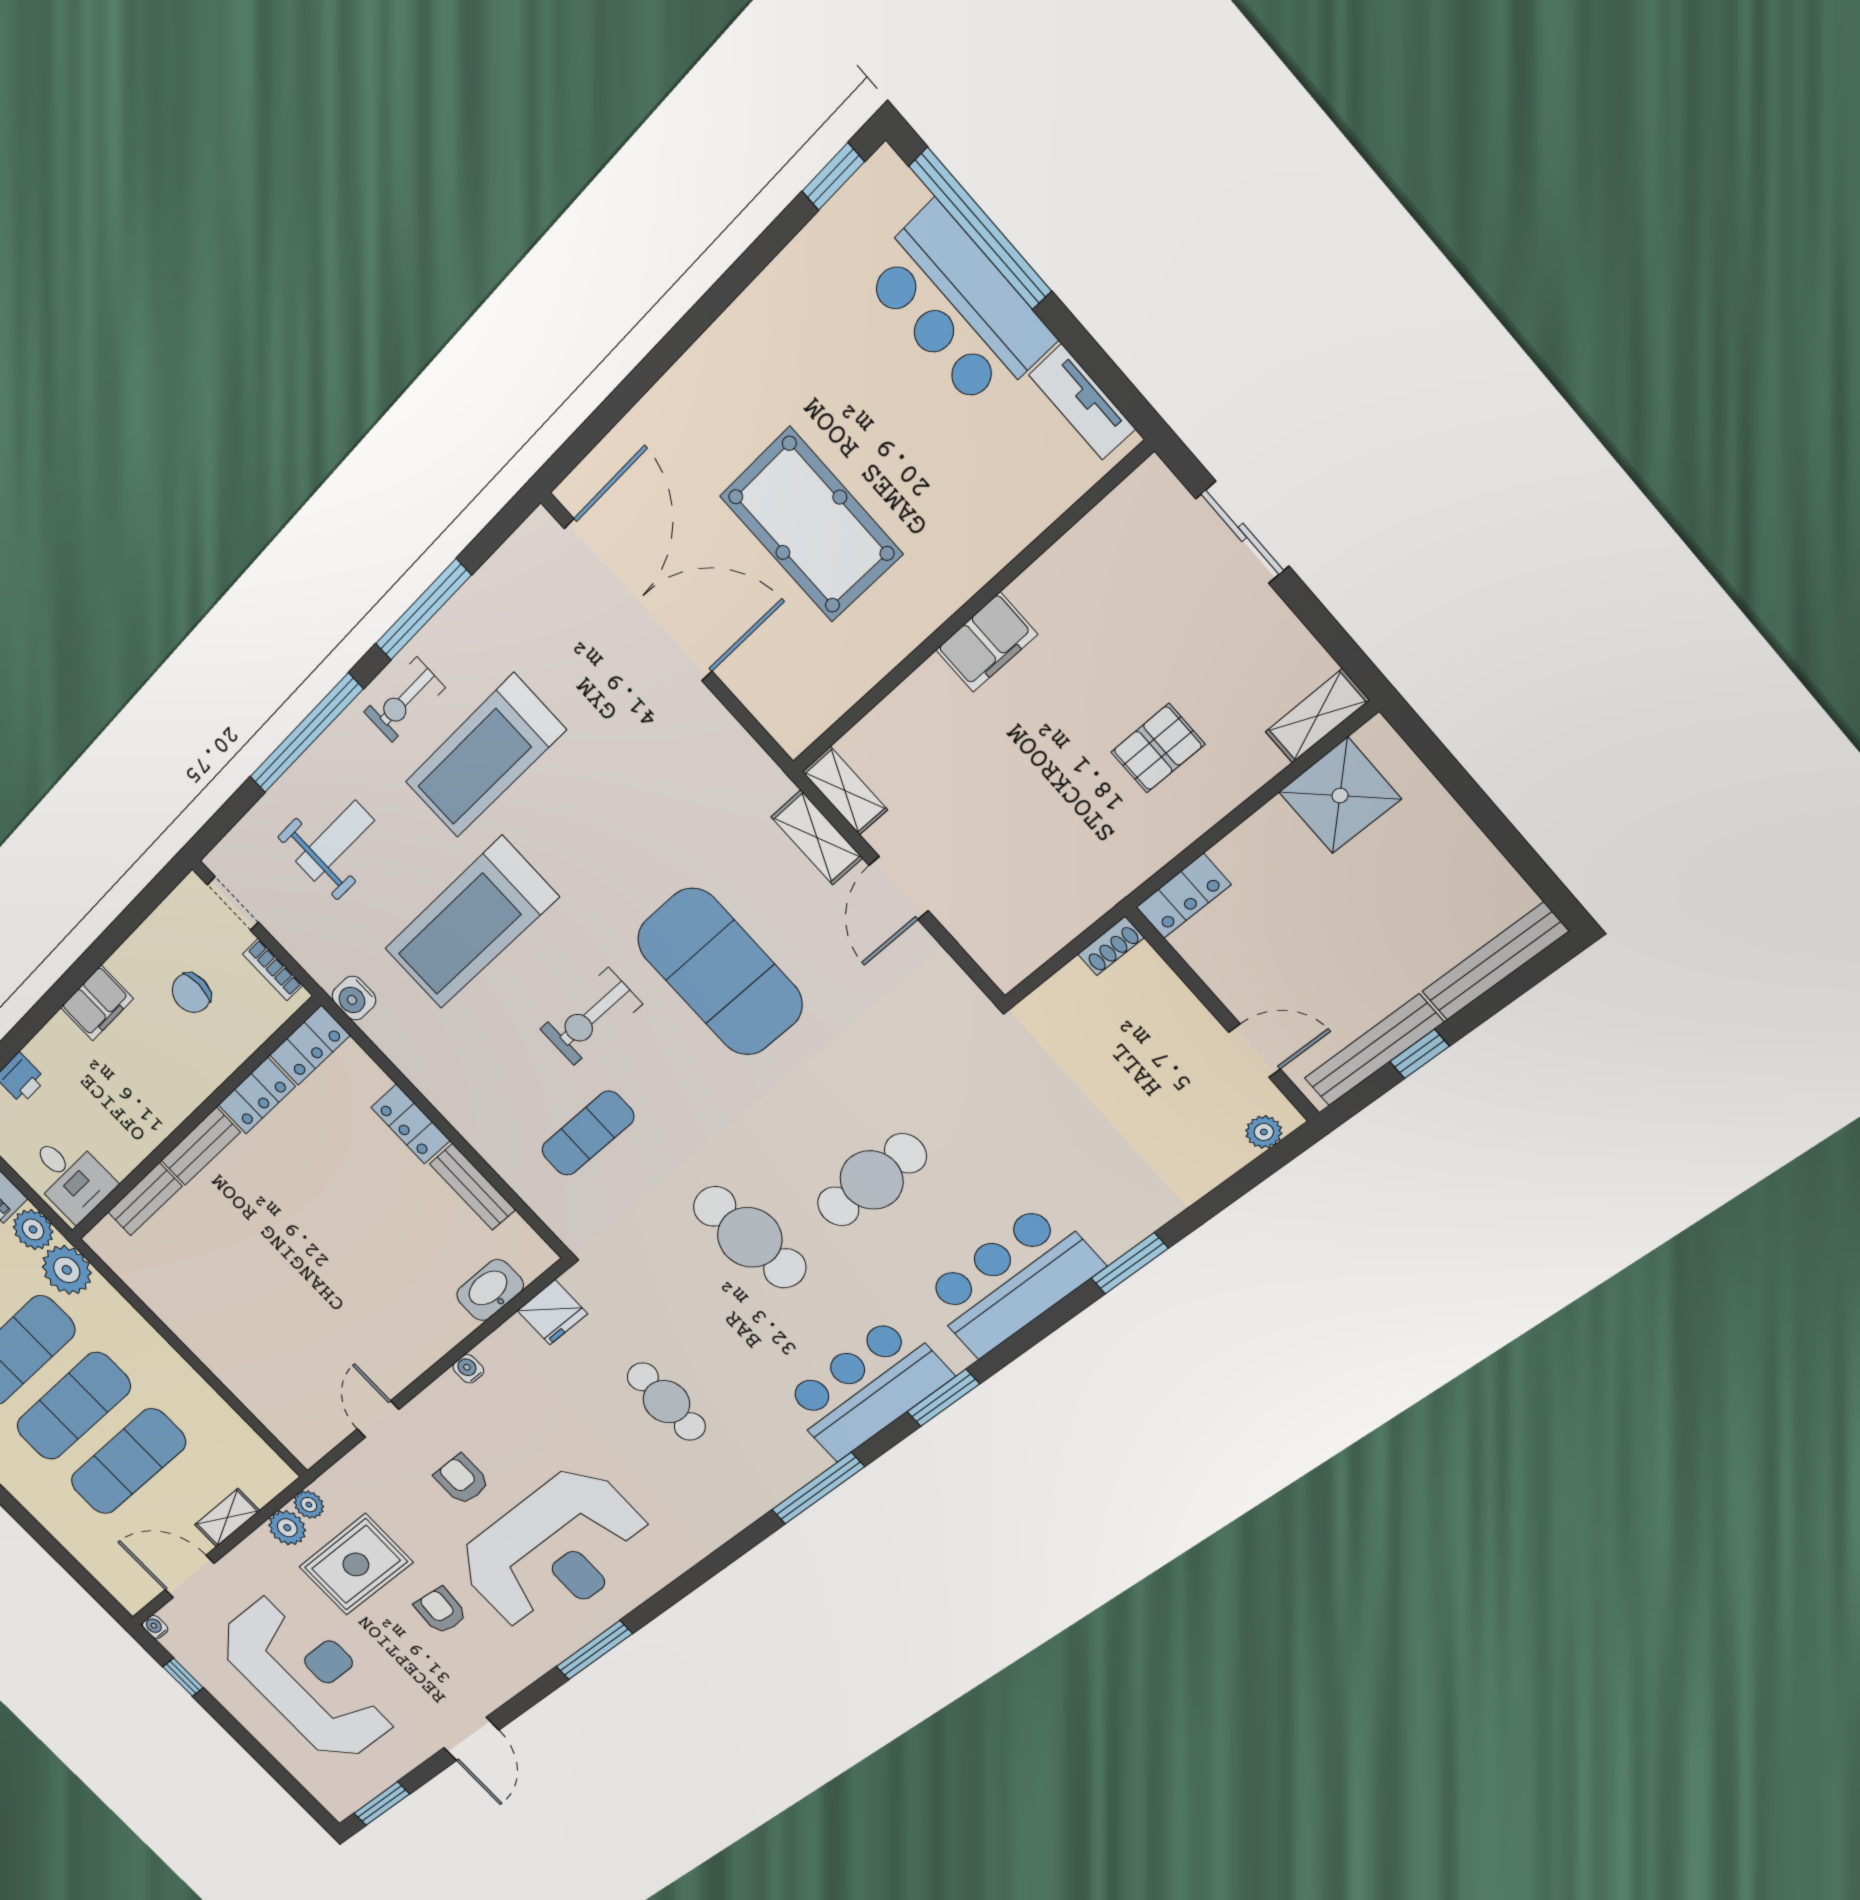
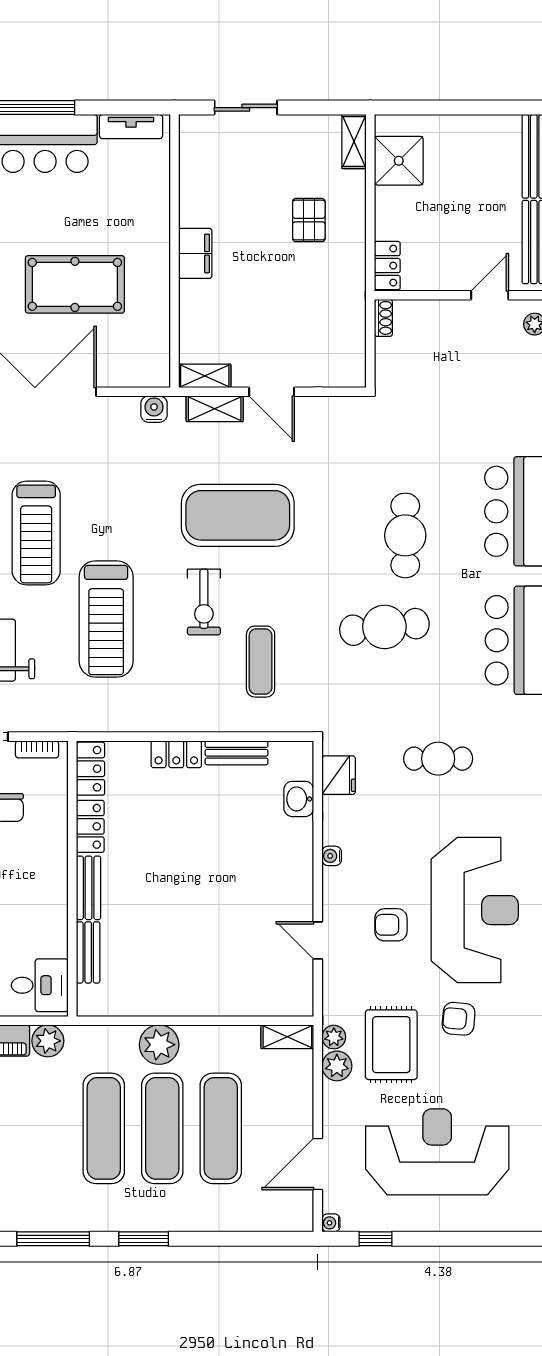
water cooler: (354, 998) -> (154, 409), moved, turned 180
plant: (67, 1270) -> (159, 1045), moved
washbasin: (490, 1290) -> (299, 799), width x0.72
shelving: (227, 1518) -> (287, 1037), moved, turned 90

